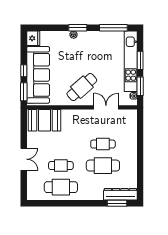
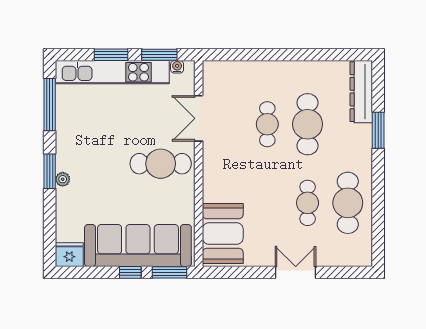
cafe table: (82, 87) -> (161, 164), turned -49
window: (117, 203) -> (378, 130), moved

